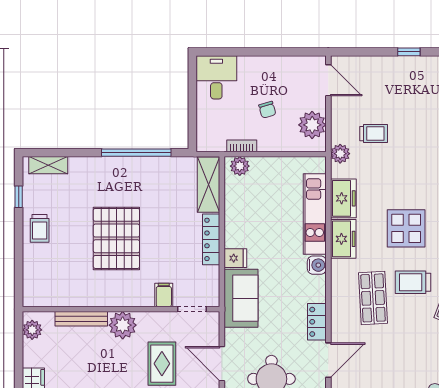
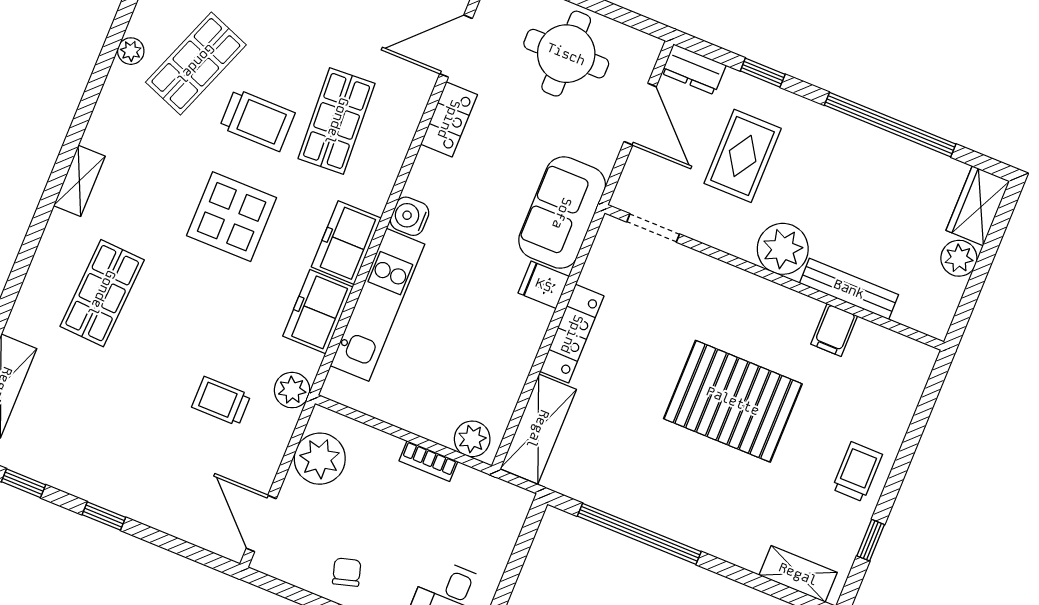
chair: (267, 110) -> (347, 572), moved
bookcase: (242, 146) -> (428, 461), moved
pallet: (116, 238) -> (733, 401), turned 90
filing cabinet: (164, 295) -> (834, 330), moved
plant: (32, 330) -> (959, 258), moved

